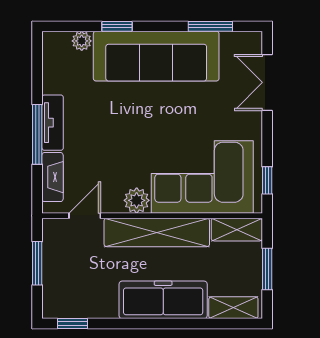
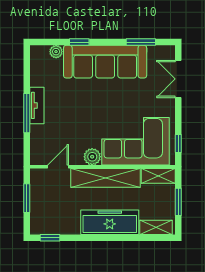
fireplace: (52, 177) -> (37, 141), removed

